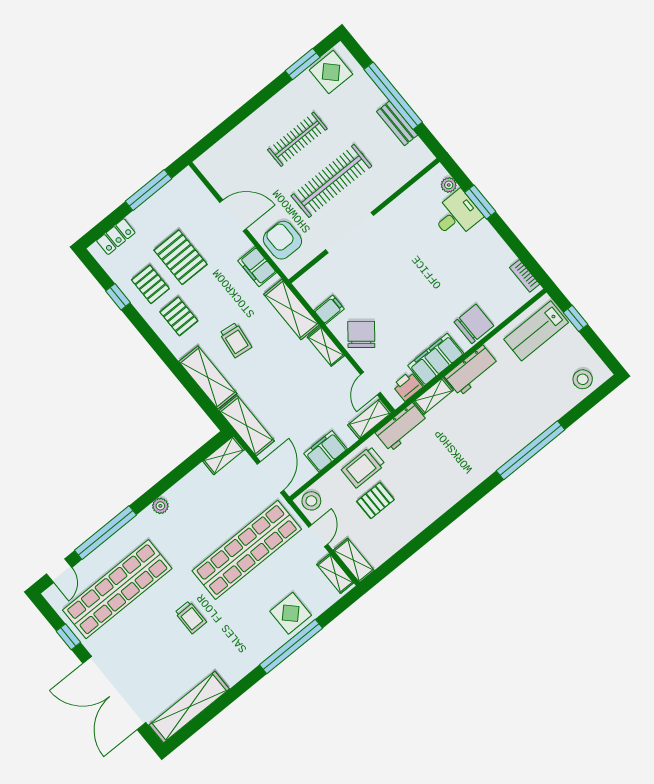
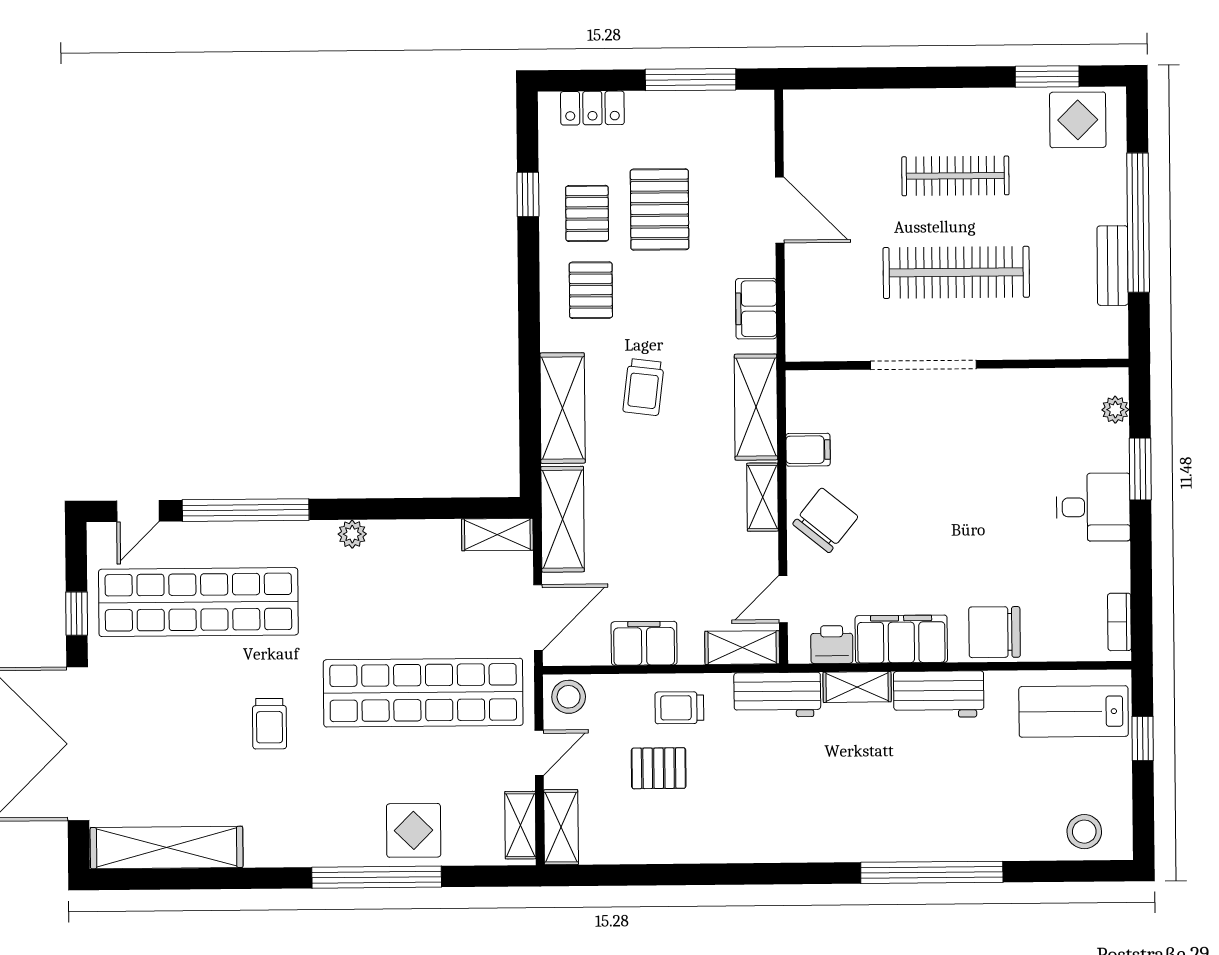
desk: (457, 215) -> (1093, 507), moved
armchair: (282, 240) -> (821, 300), removed
chair: (474, 324) -> (995, 632), turned 180
trolley: (363, 467) -> (679, 708), width x0.73, depth x0.72

